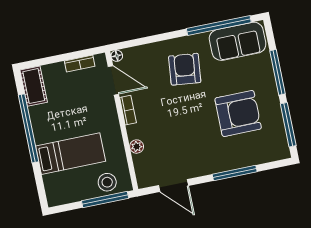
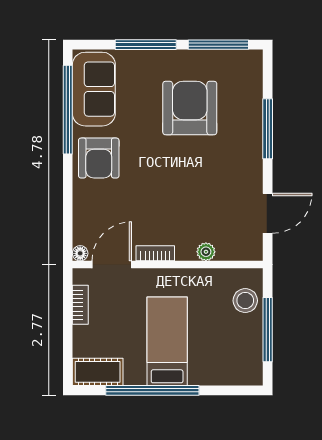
armchair: (185, 69) -> (99, 158), moved, turned -96
bed: (71, 154) -> (167, 341), moved
window: (105, 200) -> (268, 330), moved

